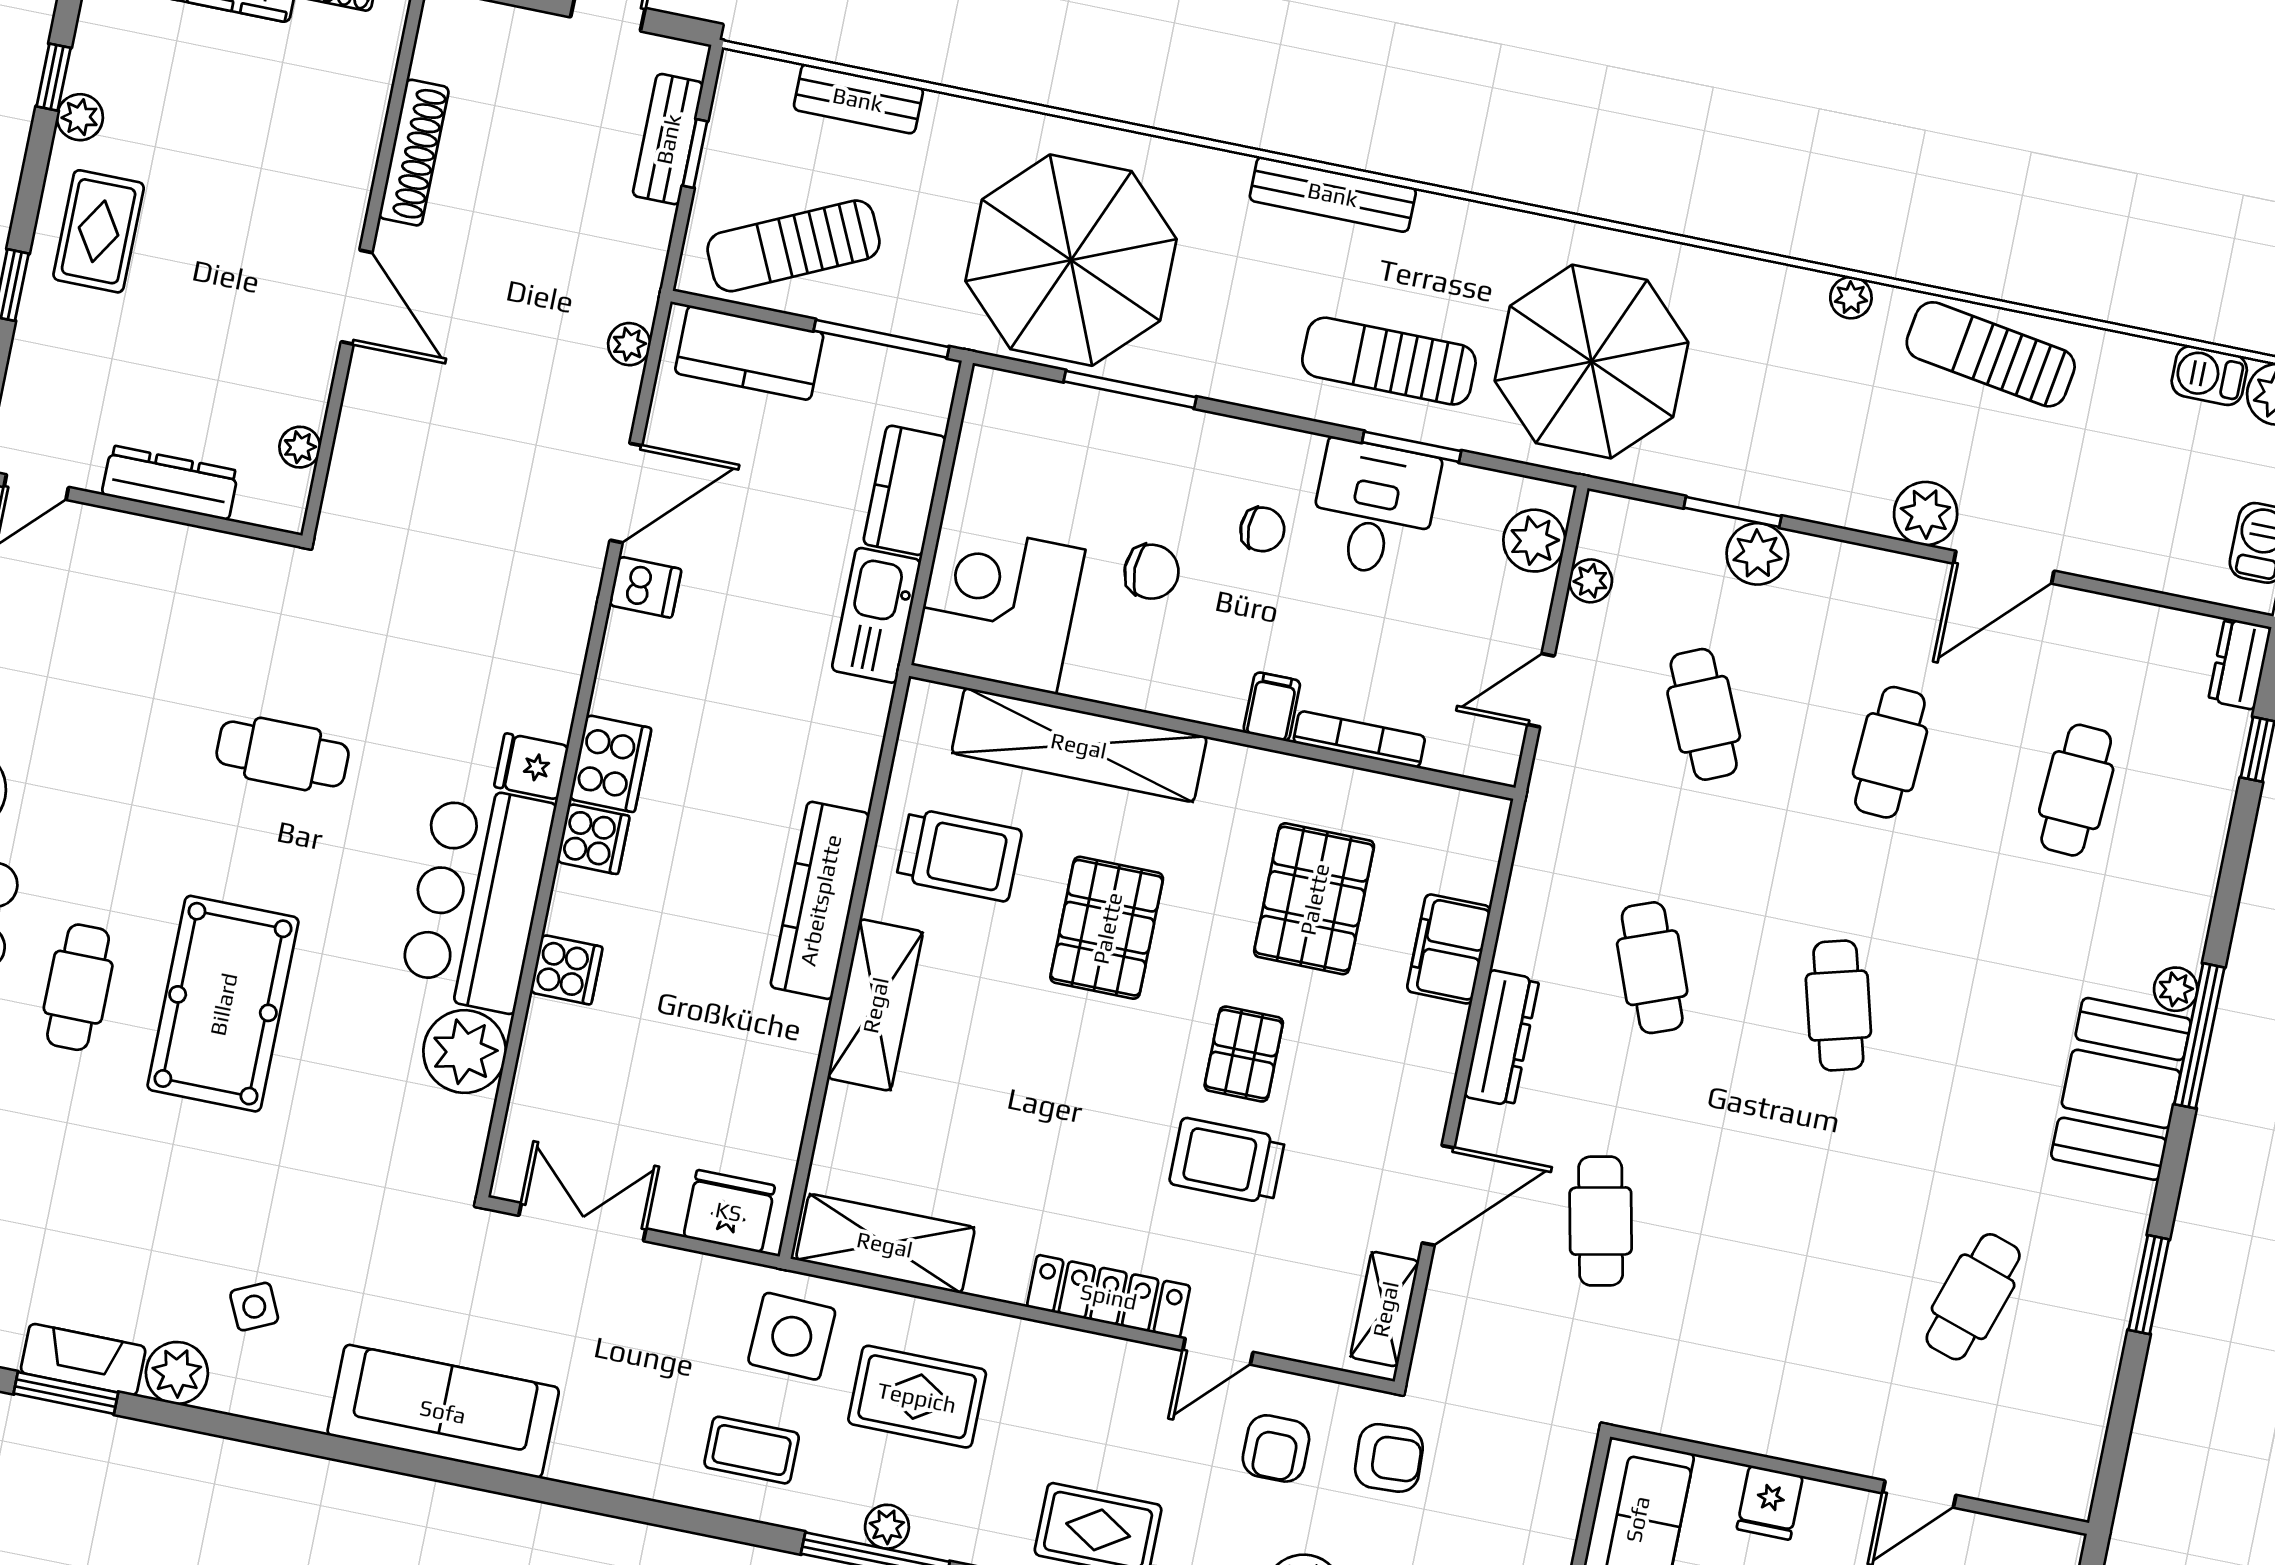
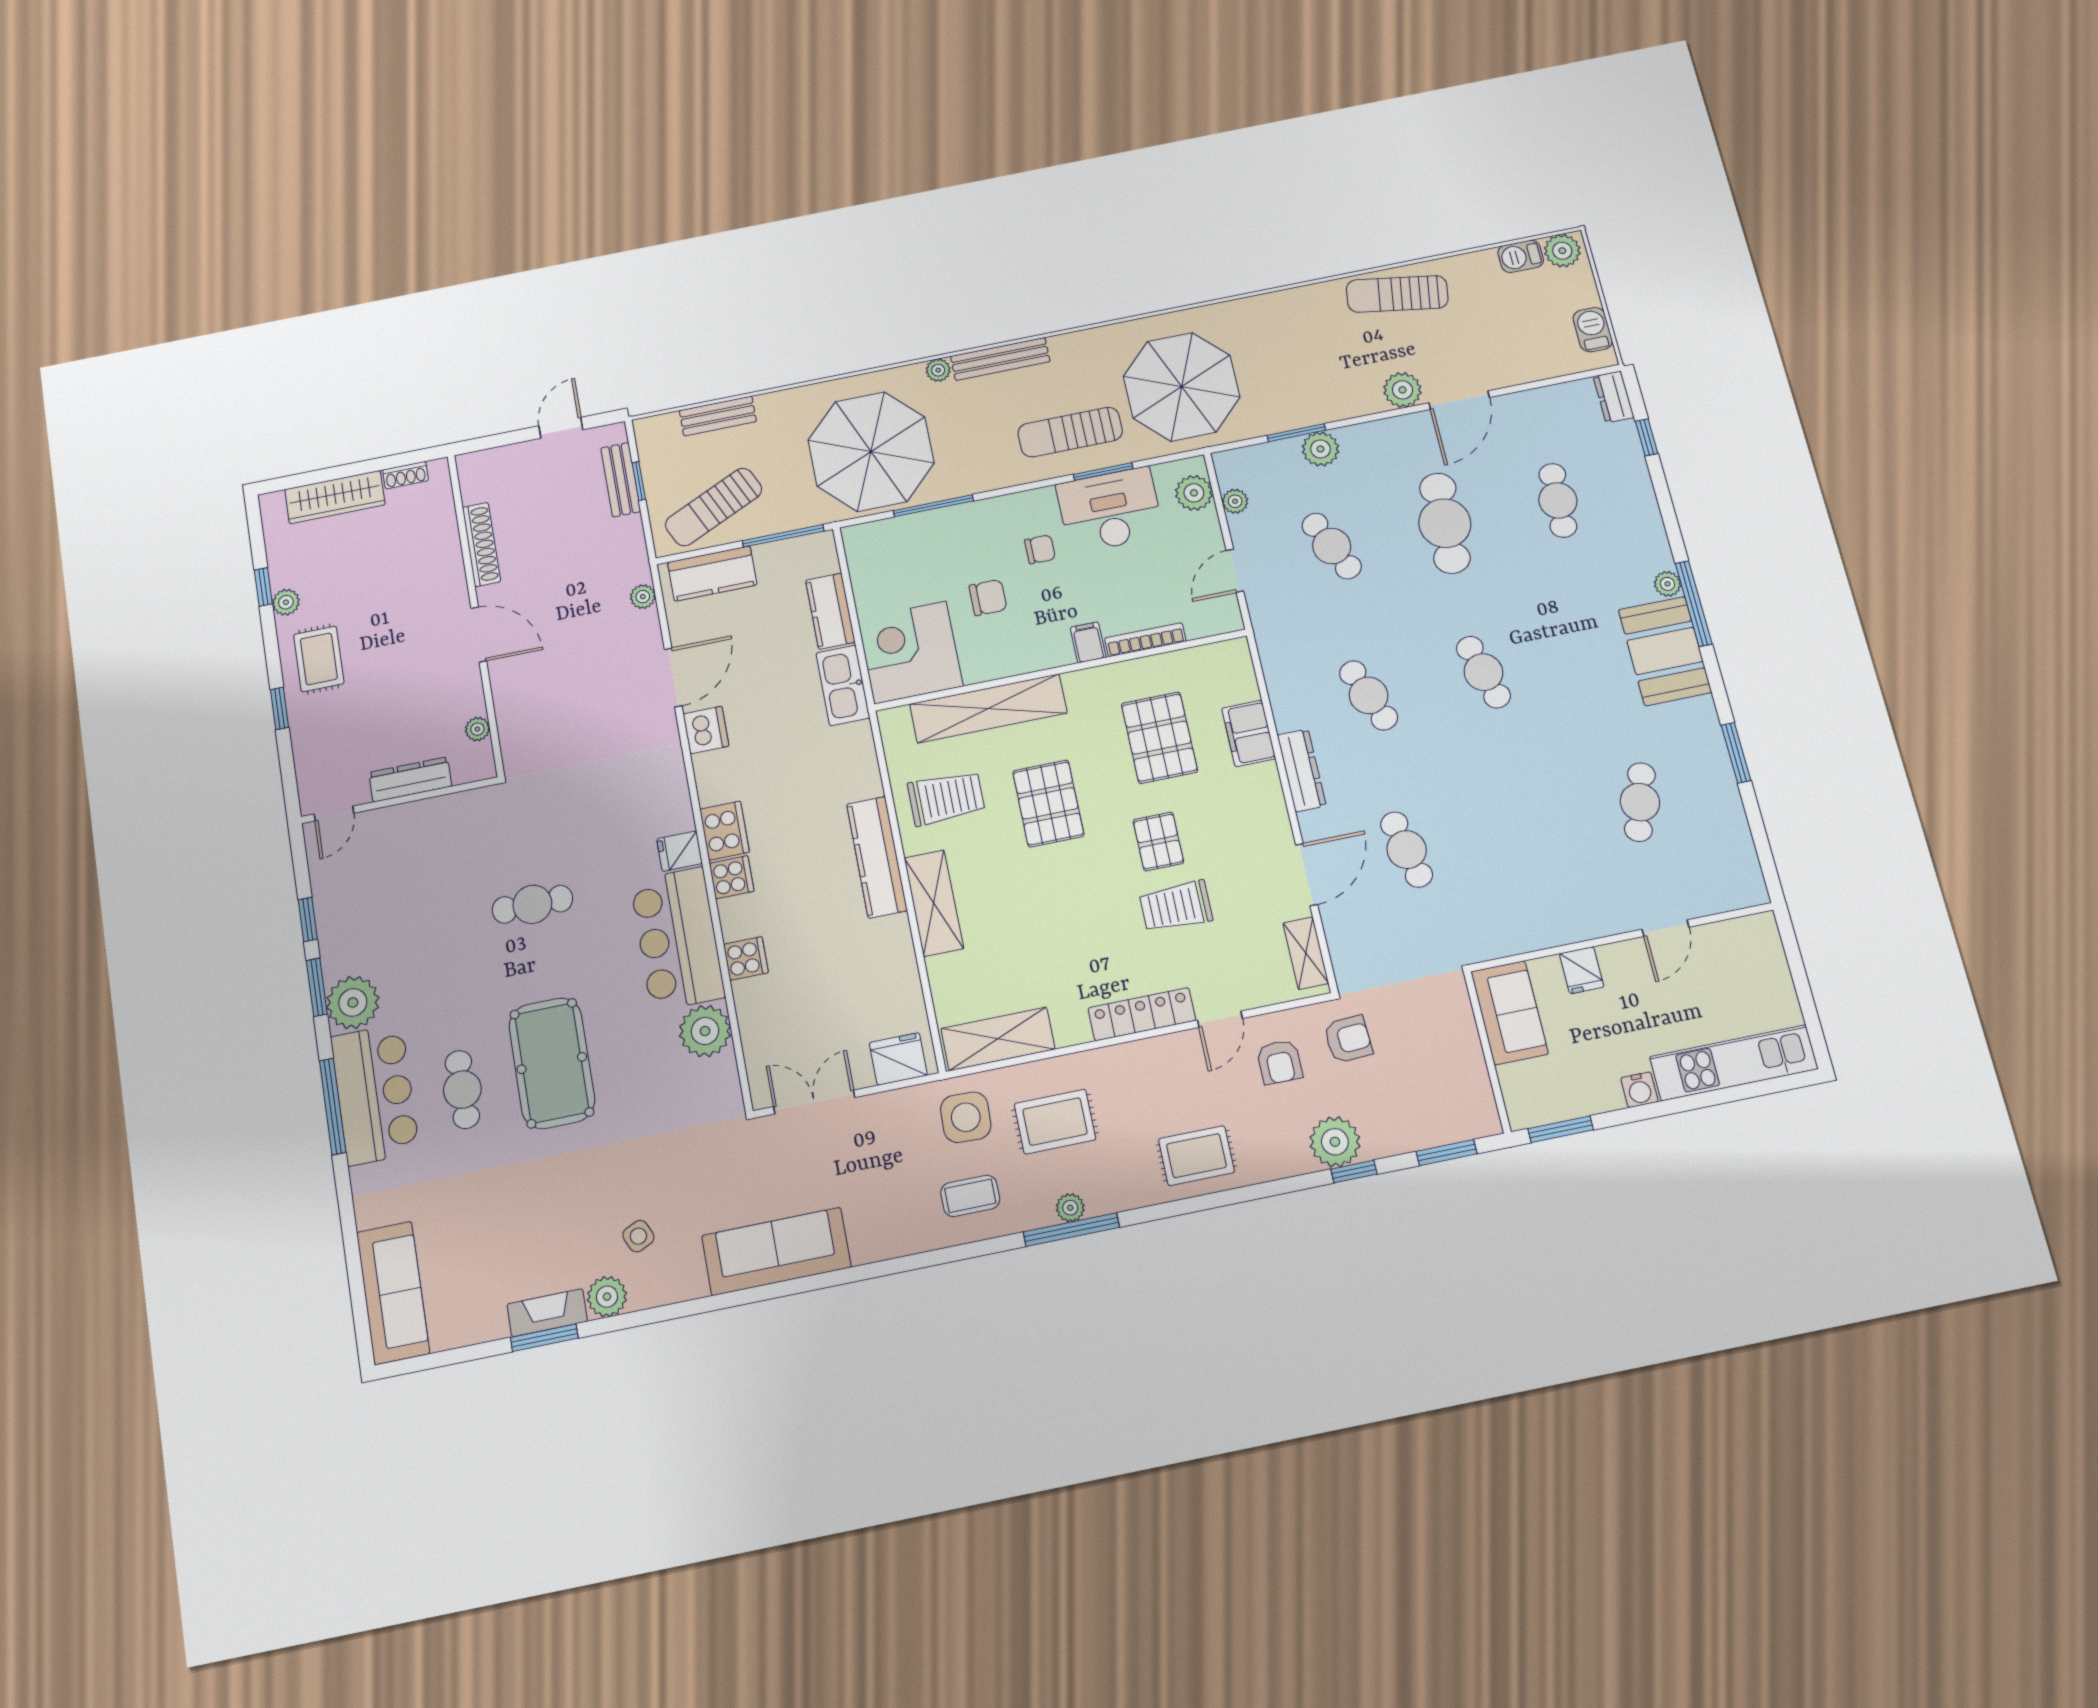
plant: (1851, 298) -> (938, 370), moved
desk: (1374, 509) -> (1110, 510), width x1.37
dishwasher: (645, 587) -> (706, 730), width x1.38
cafe table: (1890, 752) -> (1445, 523), width x1.37, depth x1.35

